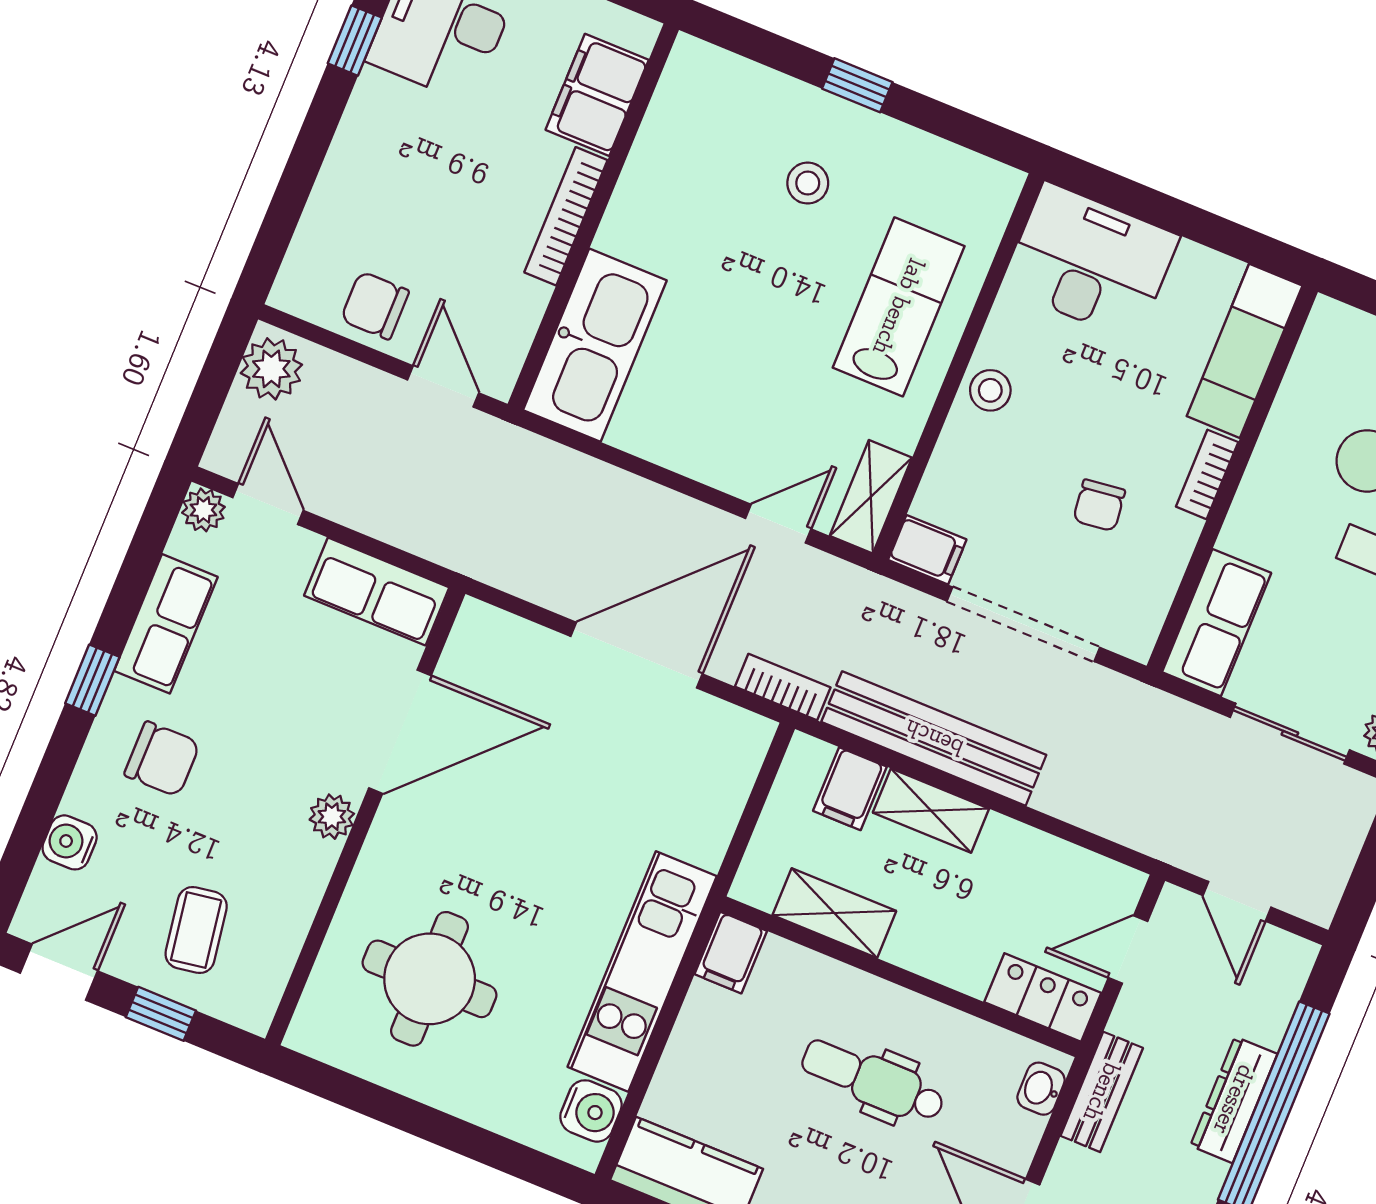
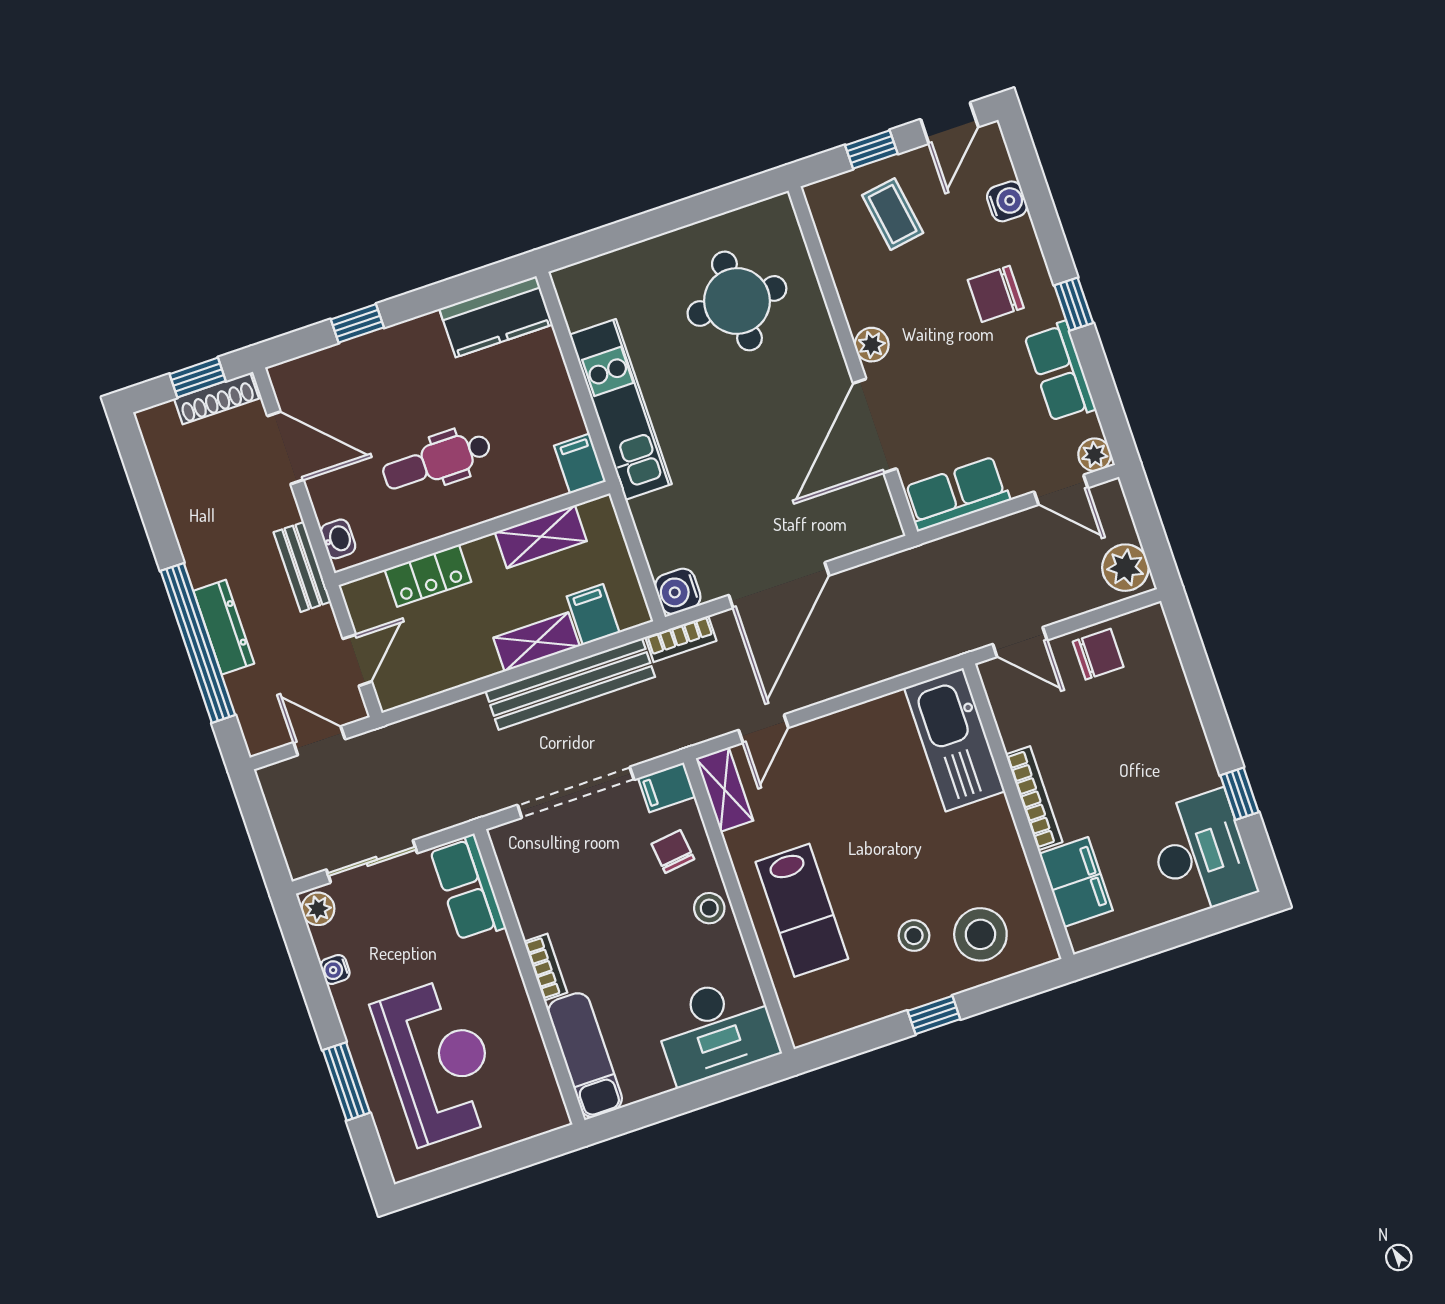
stool: (740, 126) -> (980, 934), added
chair: (1099, 505) -> (673, 852), moved
locker: (1043, 997) -> (428, 576), moved
dental chair: (873, 1081) -> (437, 461), turned 180
water cooler: (591, 1111) -> (678, 591), moved

